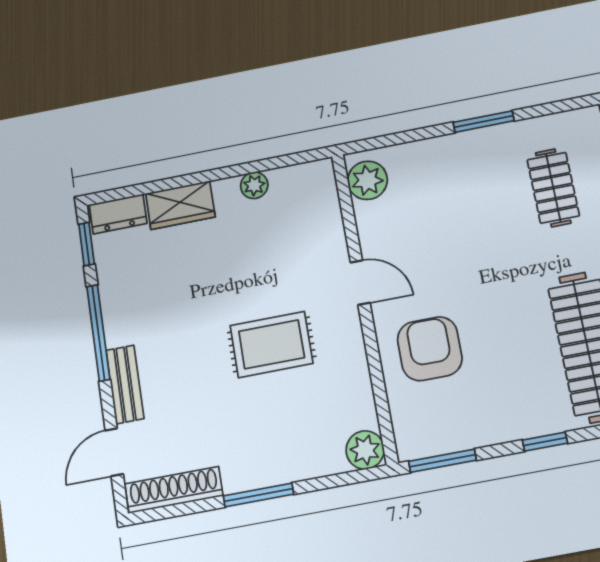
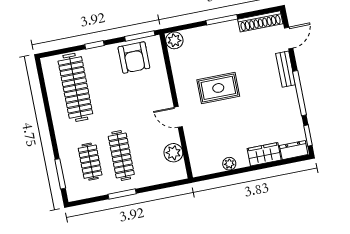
plant: (367, 180) -> (173, 153), moved
clothes rail: (485, 201) -> (121, 155), added
armchair: (430, 349) -> (134, 58), moved

